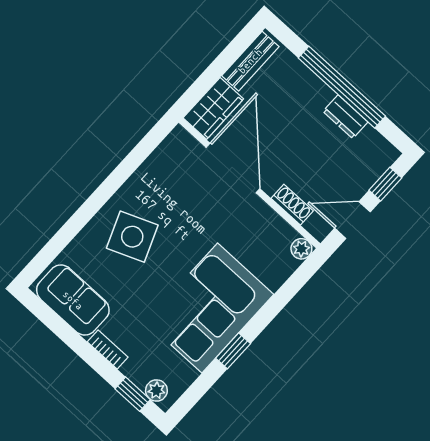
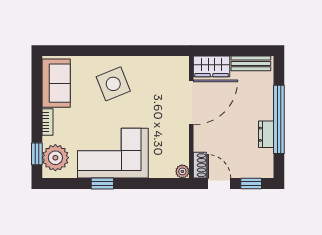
shoe rack: (292, 205) -> (200, 165), moved
plant: (156, 390) -> (55, 158), width x1.87, depth x1.87

